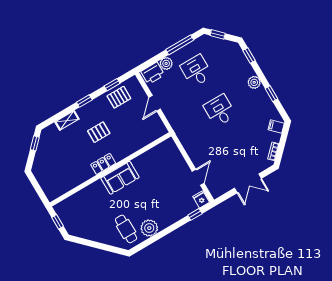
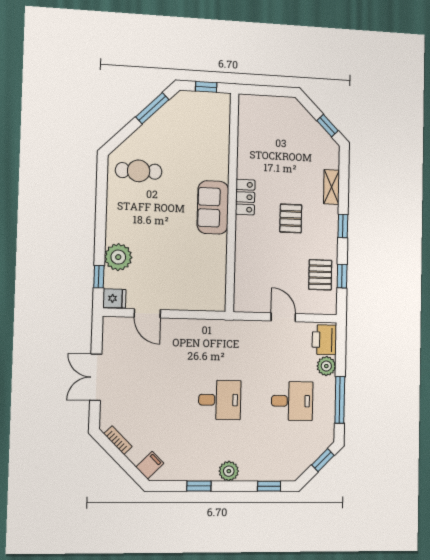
plant: (149, 228) -> (118, 257), moved
window: (88, 243) -> (152, 108), added

